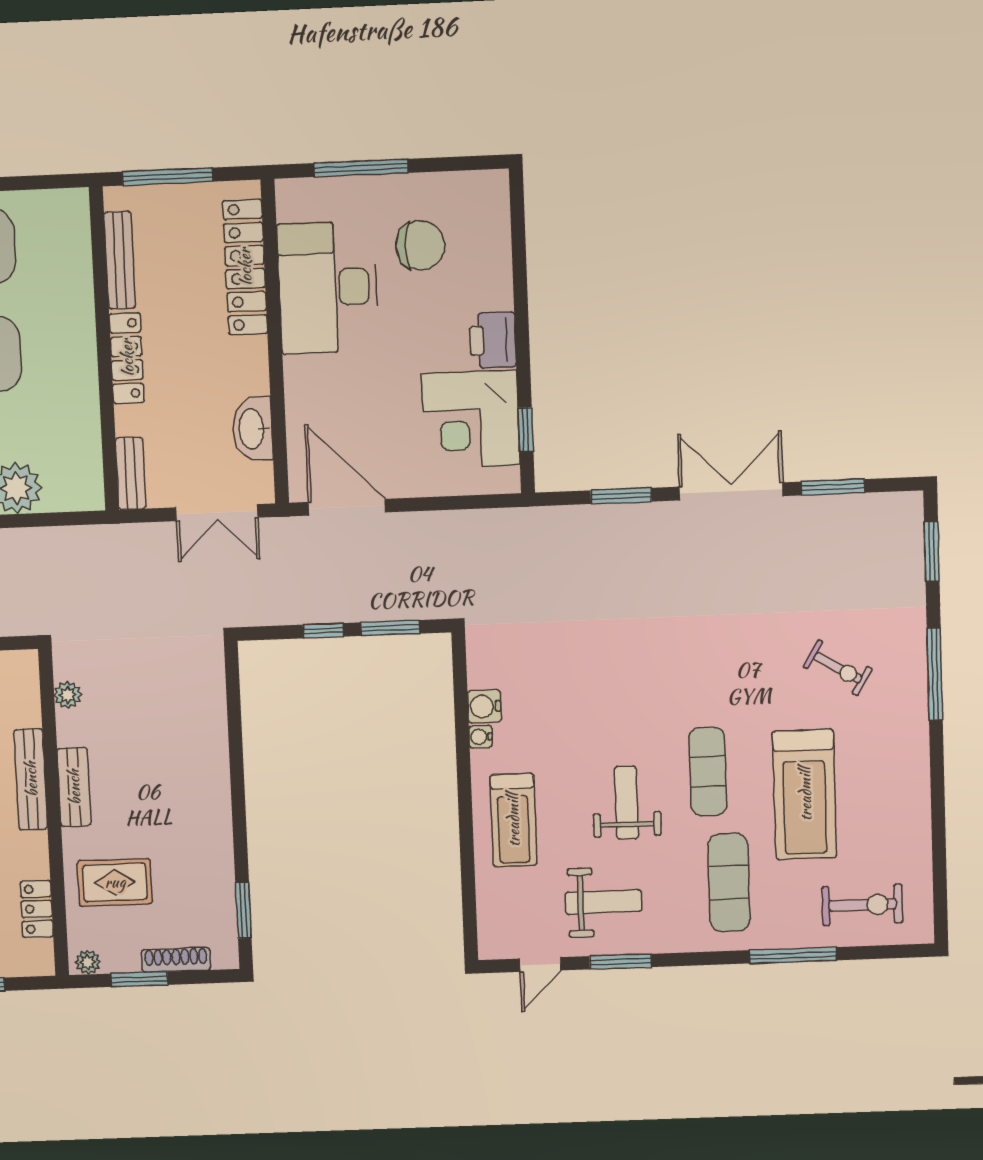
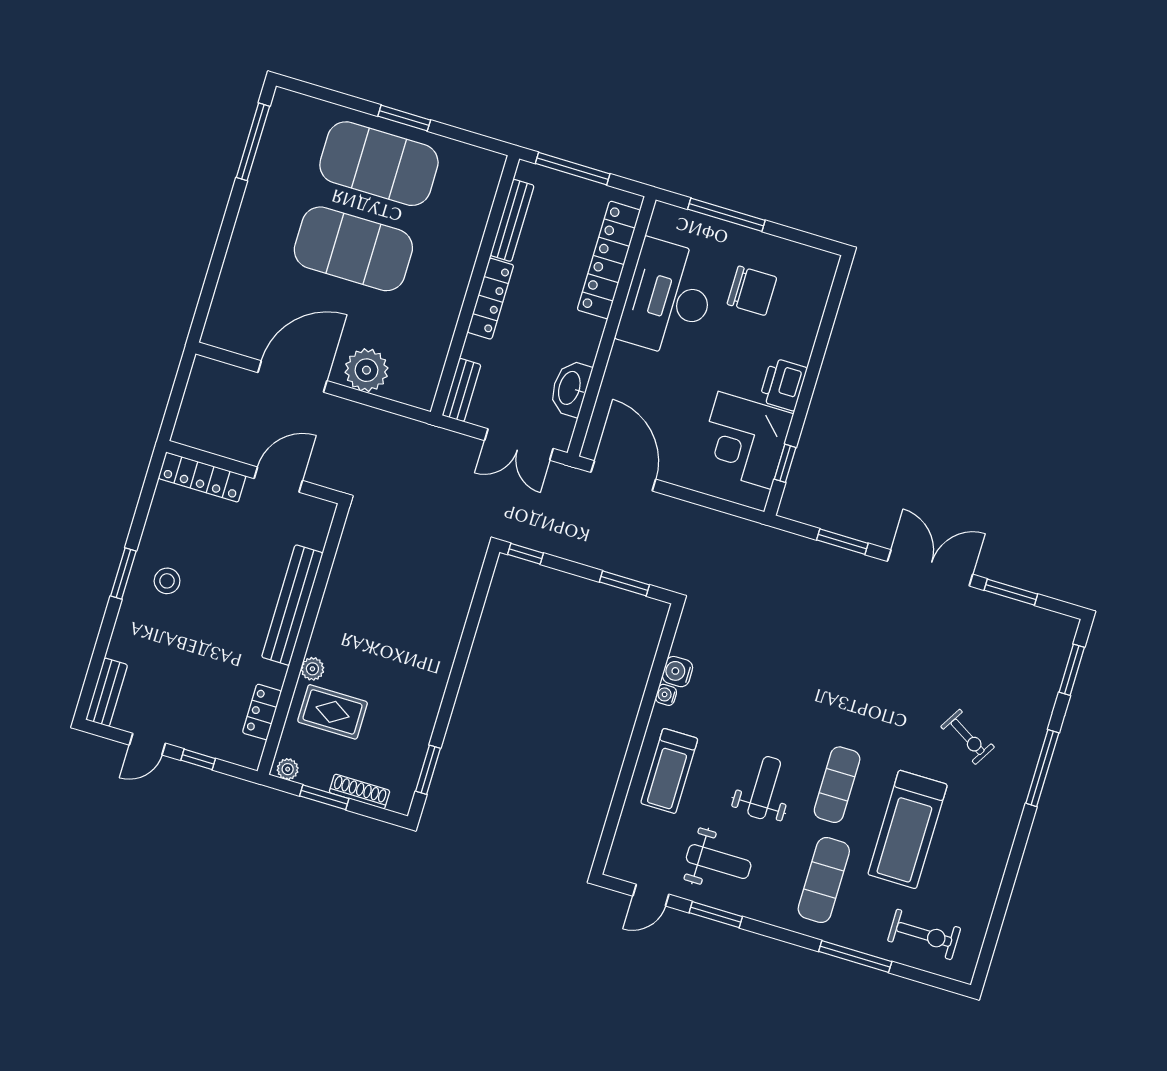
window: (323, 631) -> (526, 554), moved
plant: (68, 695) -> (312, 669), moved
bench: (31, 779) -> (292, 605), width x1.37, depth x1.21
bench: (74, 787) -> (327, 624), removed

